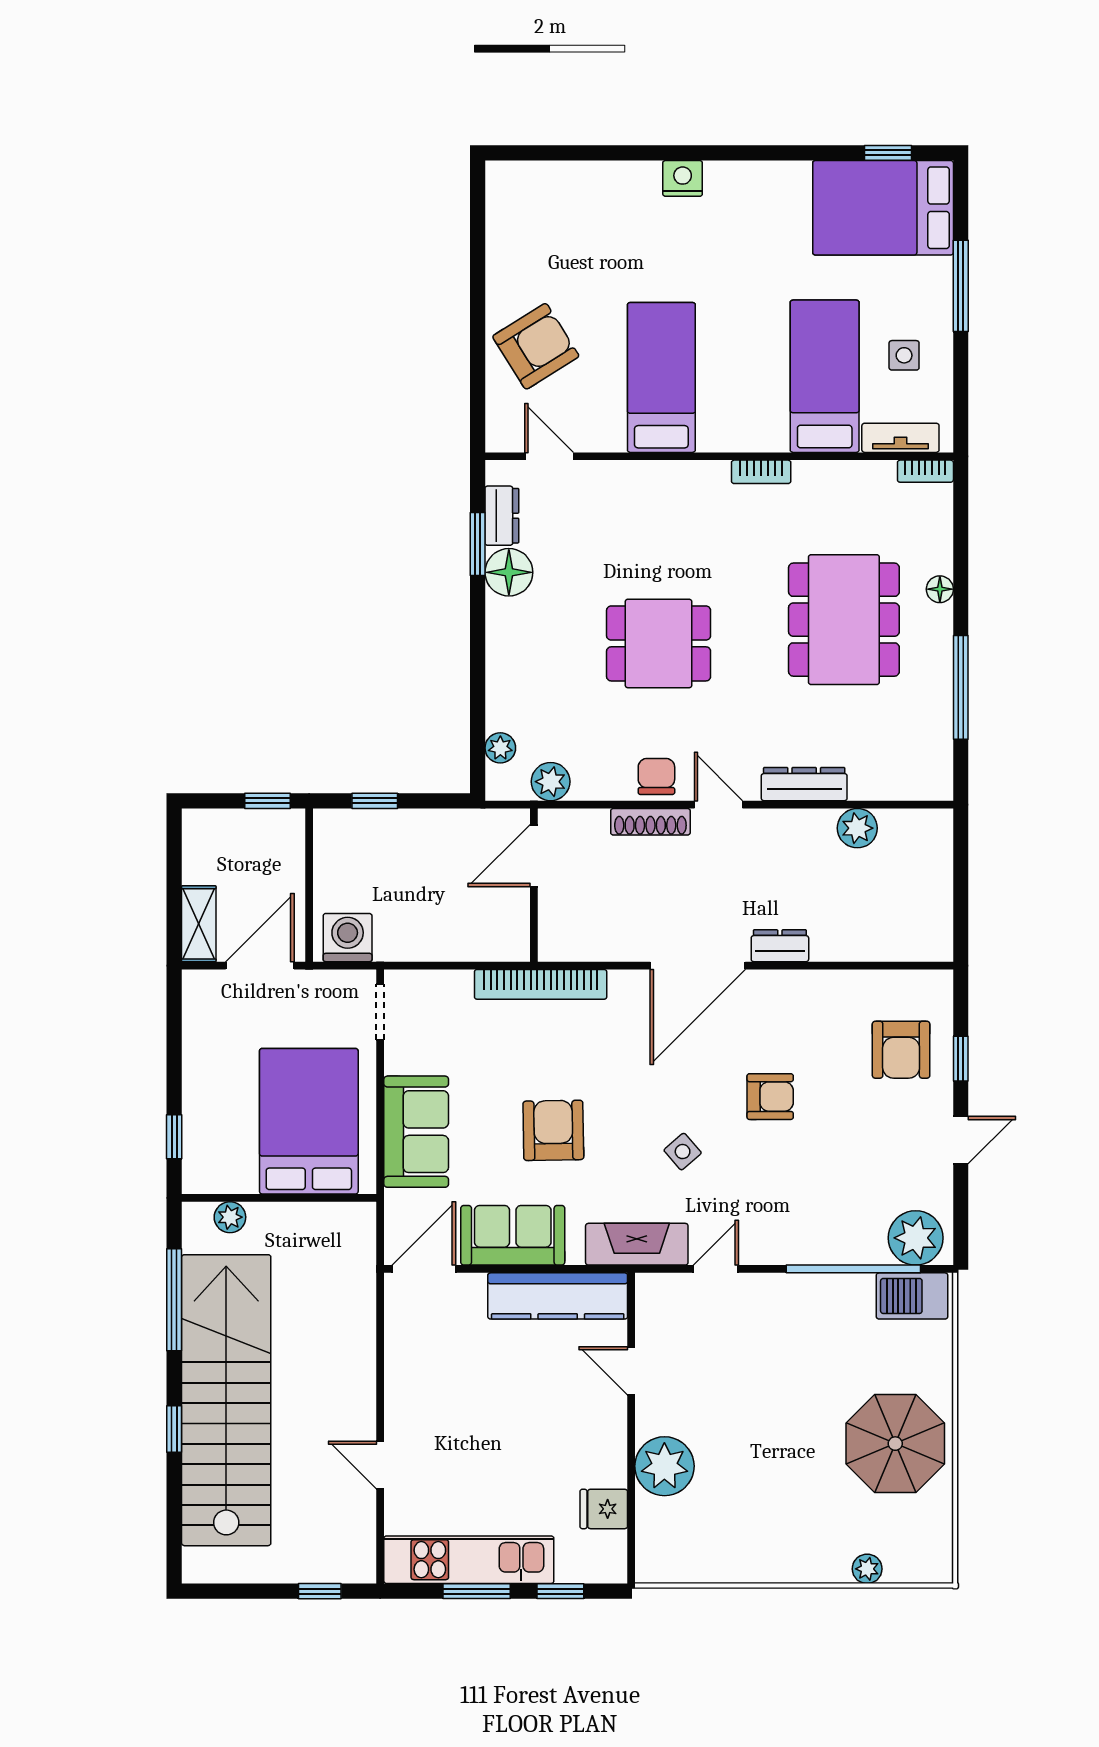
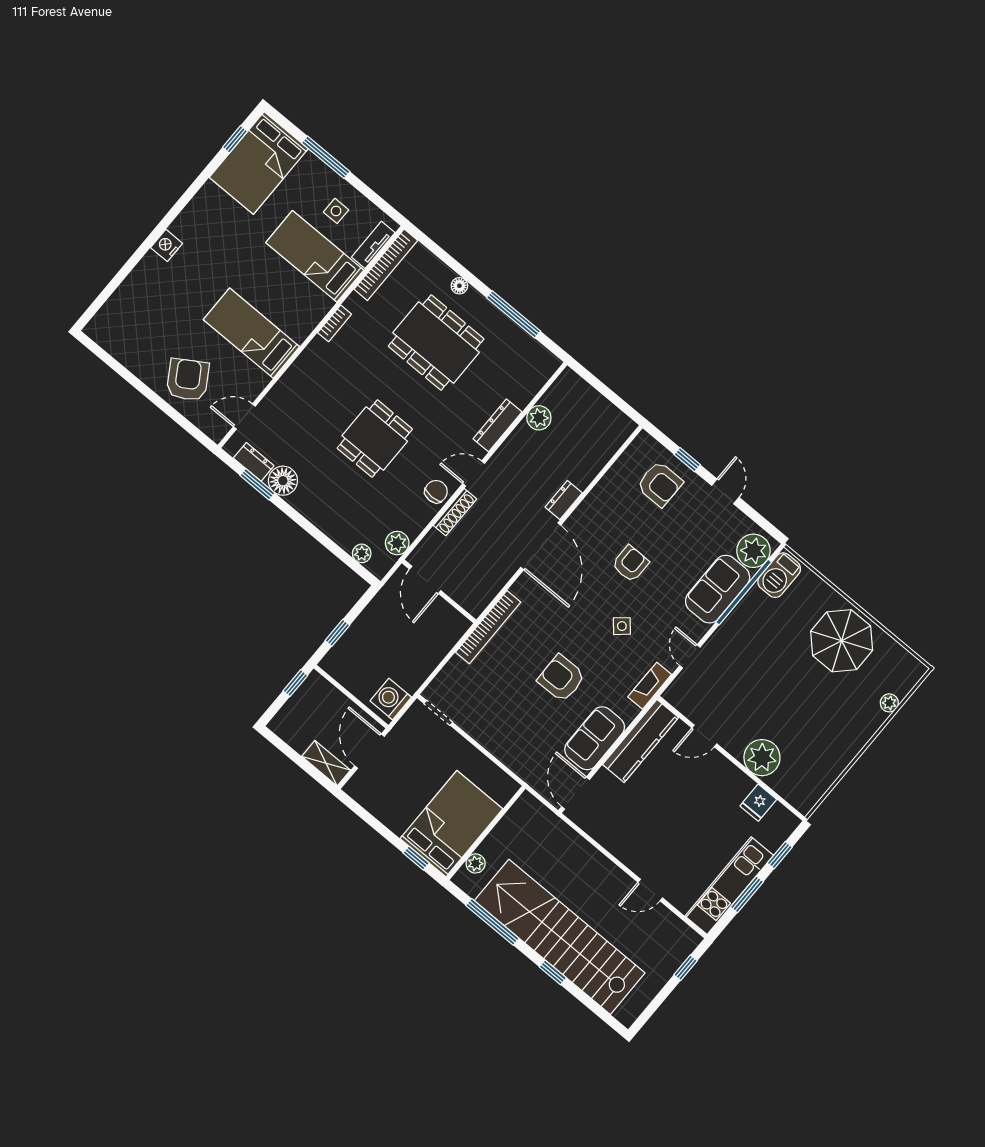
bookcase: (925, 471) -> (386, 265), width x2.31, depth x1.31
chair: (656, 776) -> (436, 492), turned 90
bed: (309, 1121) -> (451, 824), moved, turned 90
sofa: (416, 1132) -> (718, 589), moved, turned -90
fireplace: (637, 1244) -> (650, 686), width x0.73, depth x0.76

